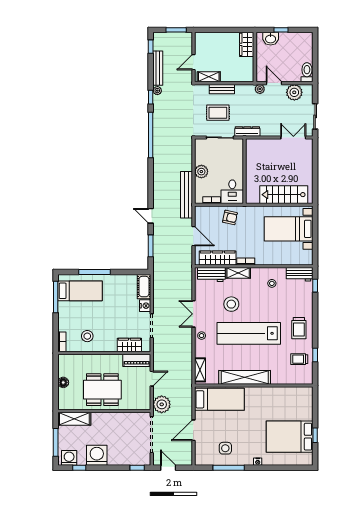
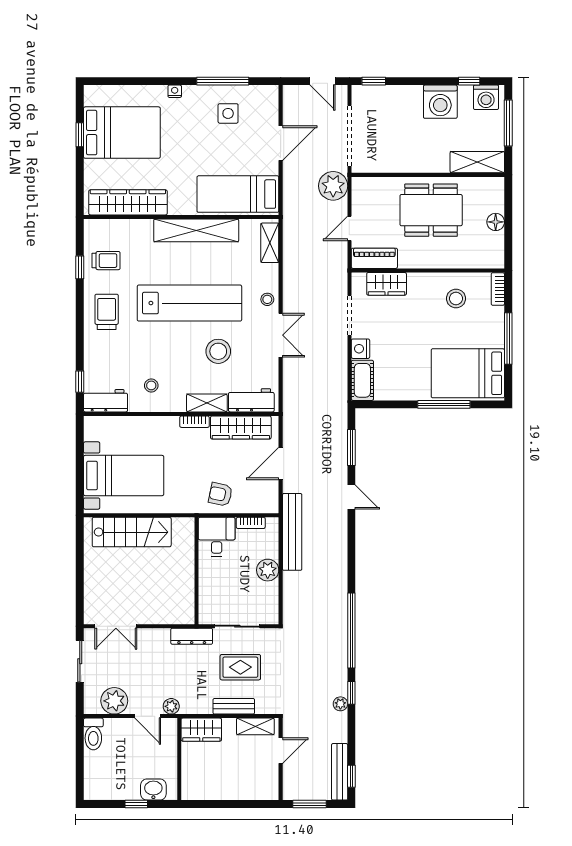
wardrobe: (247, 44) -> (201, 730), moved, turned 90
bench: (158, 68) -> (340, 772), moved
door: (193, 236) -> (281, 463), hinge flipped
bed: (80, 291) -> (468, 373), width x1.50
window: (56, 297) -> (508, 339), moved
wardrobe: (286, 394) -> (128, 202), added

